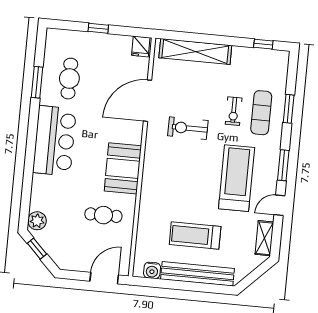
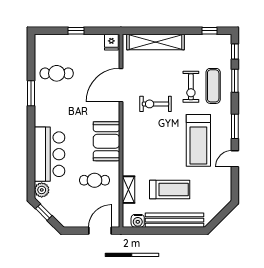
window: (292, 73) -> (235, 51), added
cafe table: (69, 79) -> (57, 73), turned 90
window: (37, 82) -> (31, 93), moved
exercise bike: (234, 111) -> (191, 87), width x1.38, depth x1.39
bar counter: (54, 141) -> (49, 154), moved
treadmill: (237, 178) -> (198, 140), turned 180
treadmill: (195, 236) -> (170, 190), turned 180
shelving: (264, 238) -> (128, 190), moved

